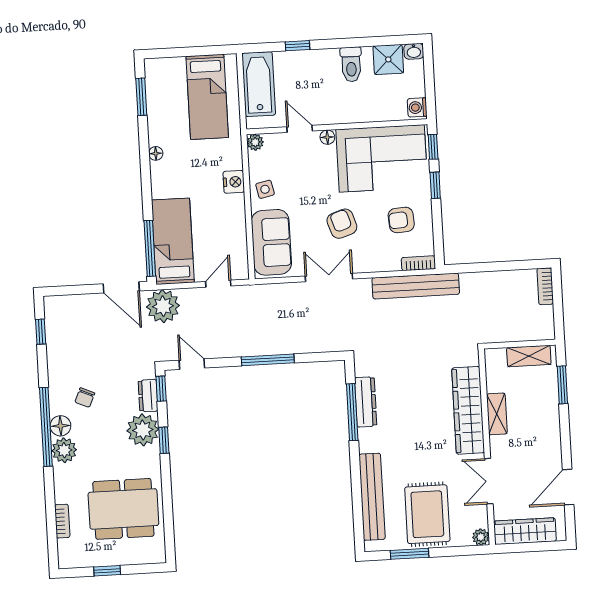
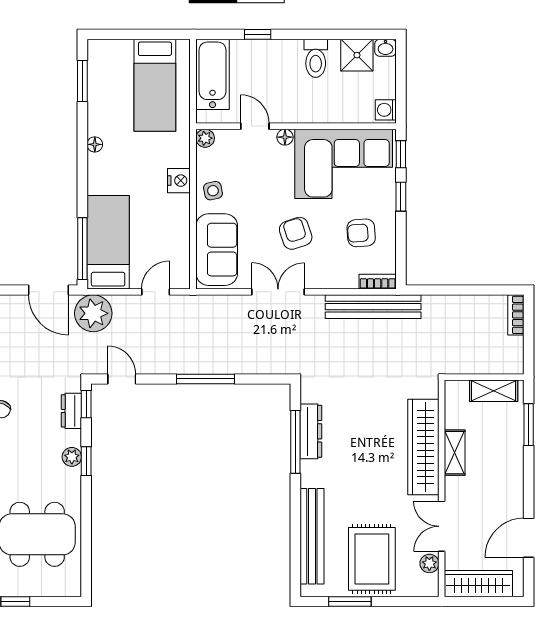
plant: (143, 430) -> (72, 457), width x0.53, depth x0.53
plant: (481, 537) -> (429, 563), moved

